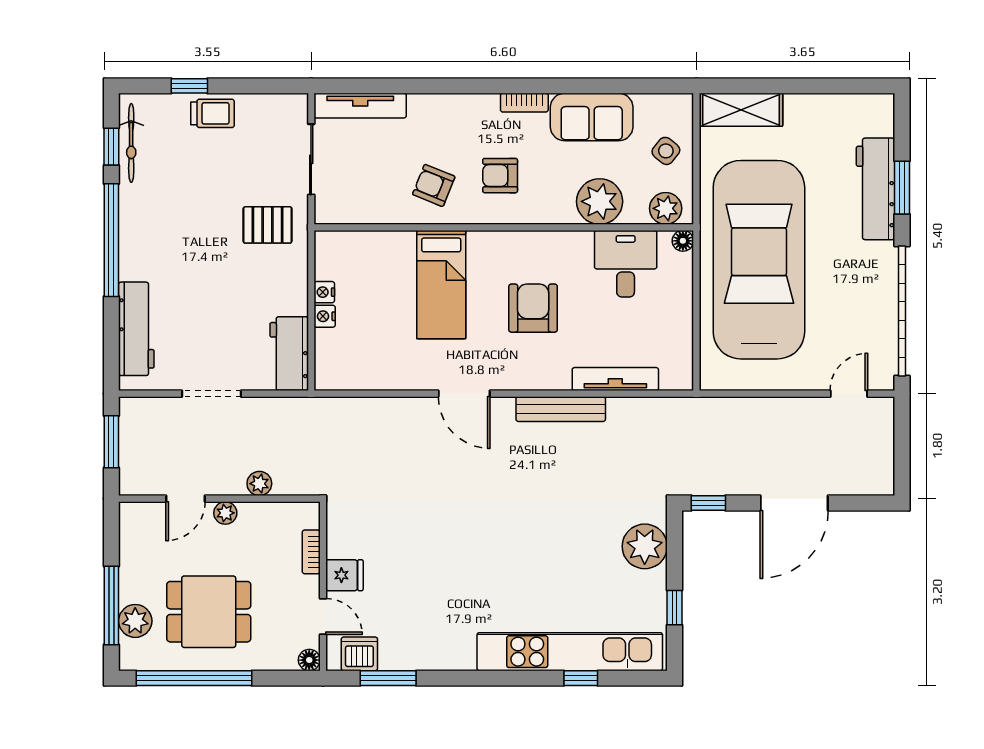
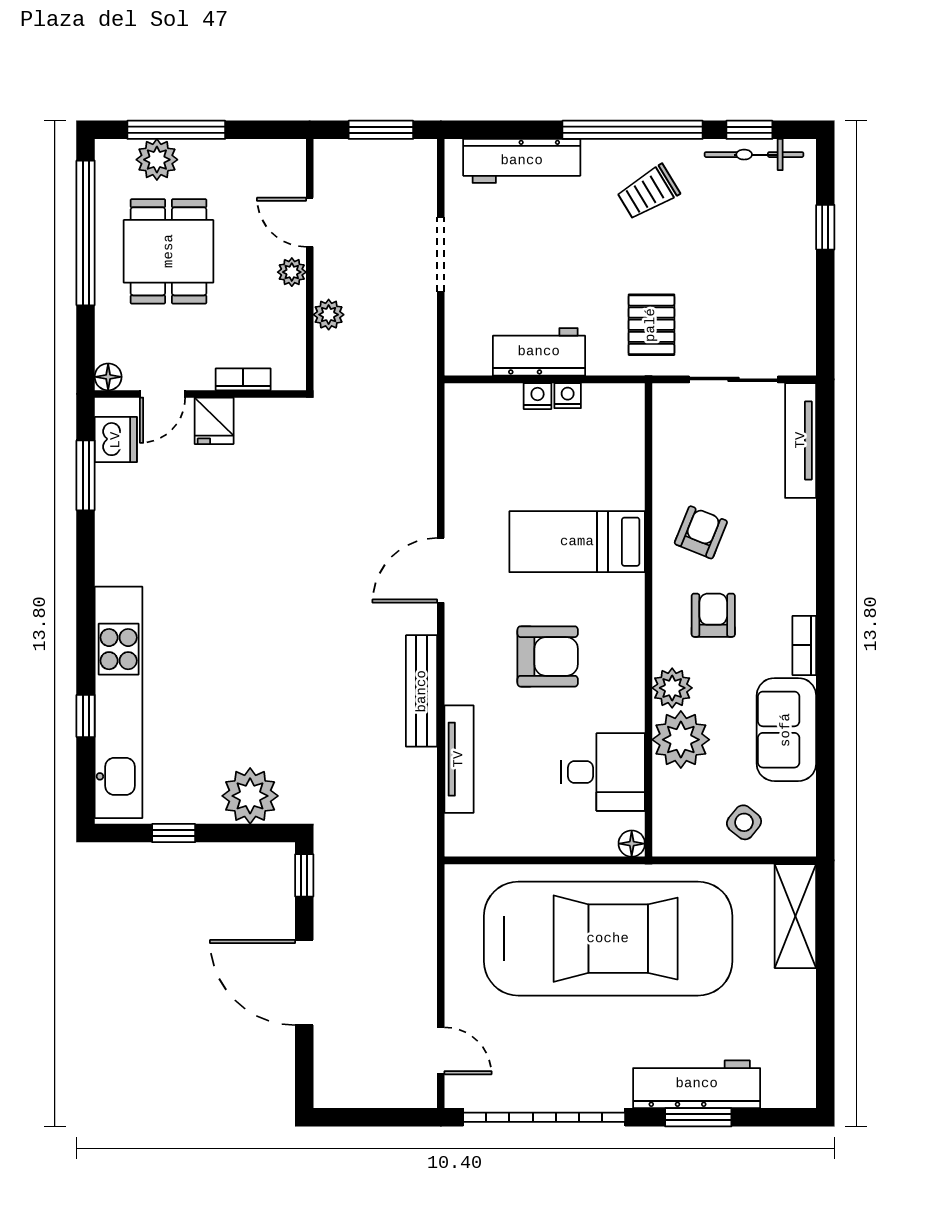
trolley: (213, 113) -> (648, 192), moved, turned 59
plant: (666, 208) -> (672, 688), moved
workbench: (289, 354) -> (539, 352), moved

